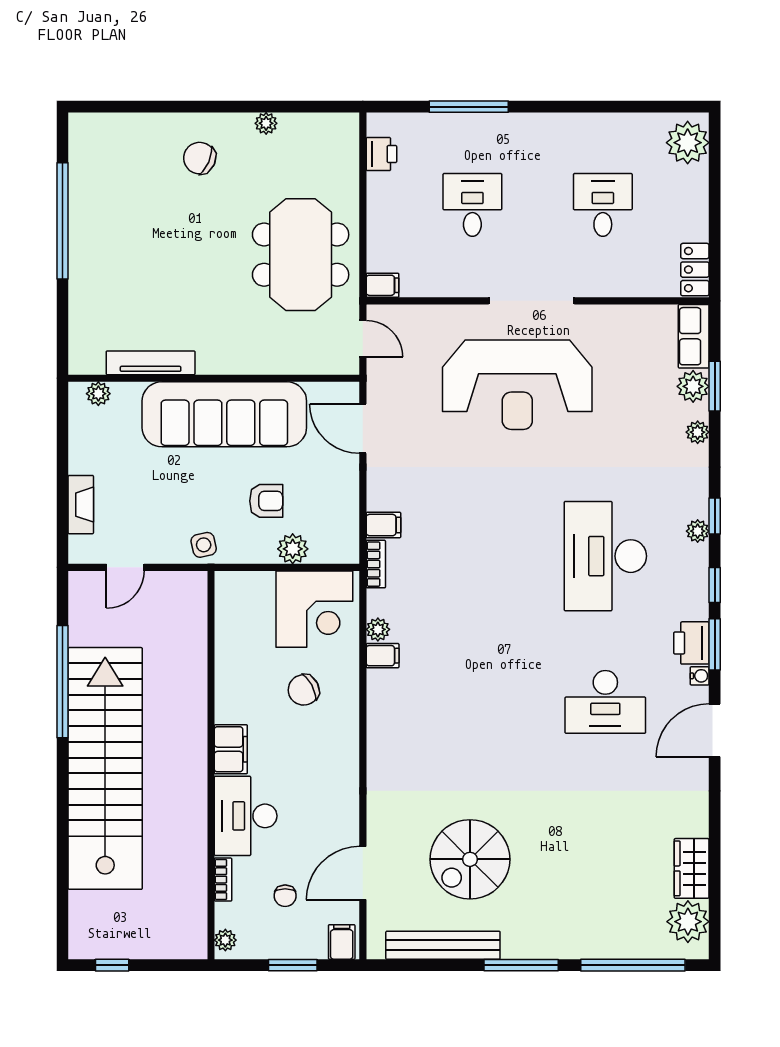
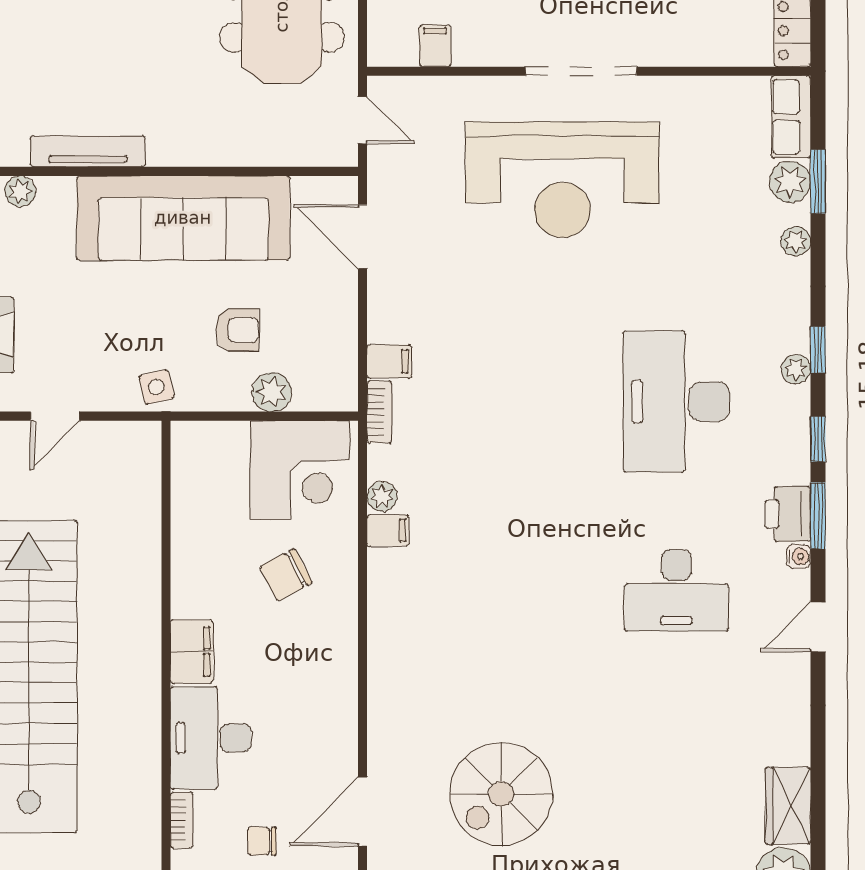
filing cabinet: (382, 285) -> (435, 46), moved, turned -90
door: (715, 730) -> (818, 627), width x0.73
chair: (285, 896) -> (262, 841), turned 90

